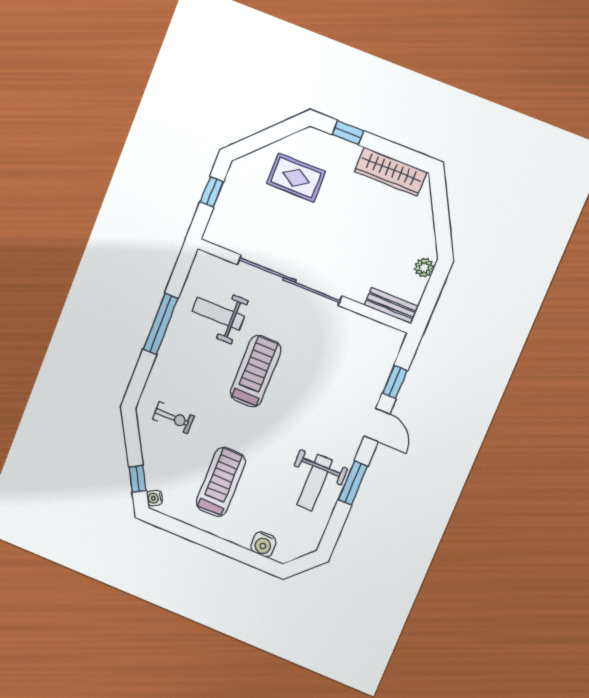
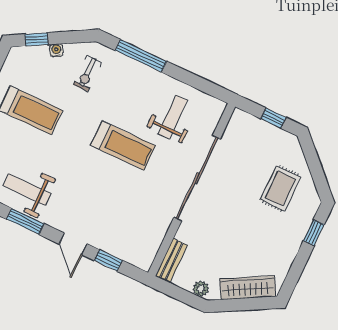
wardrobe: (390, 172) -> (248, 288), moved, turned 62
window: (161, 324) -> (141, 56), moved
door: (377, 425) -> (73, 244), hinge flipped
water cooler: (154, 498) -> (56, 50), moved

